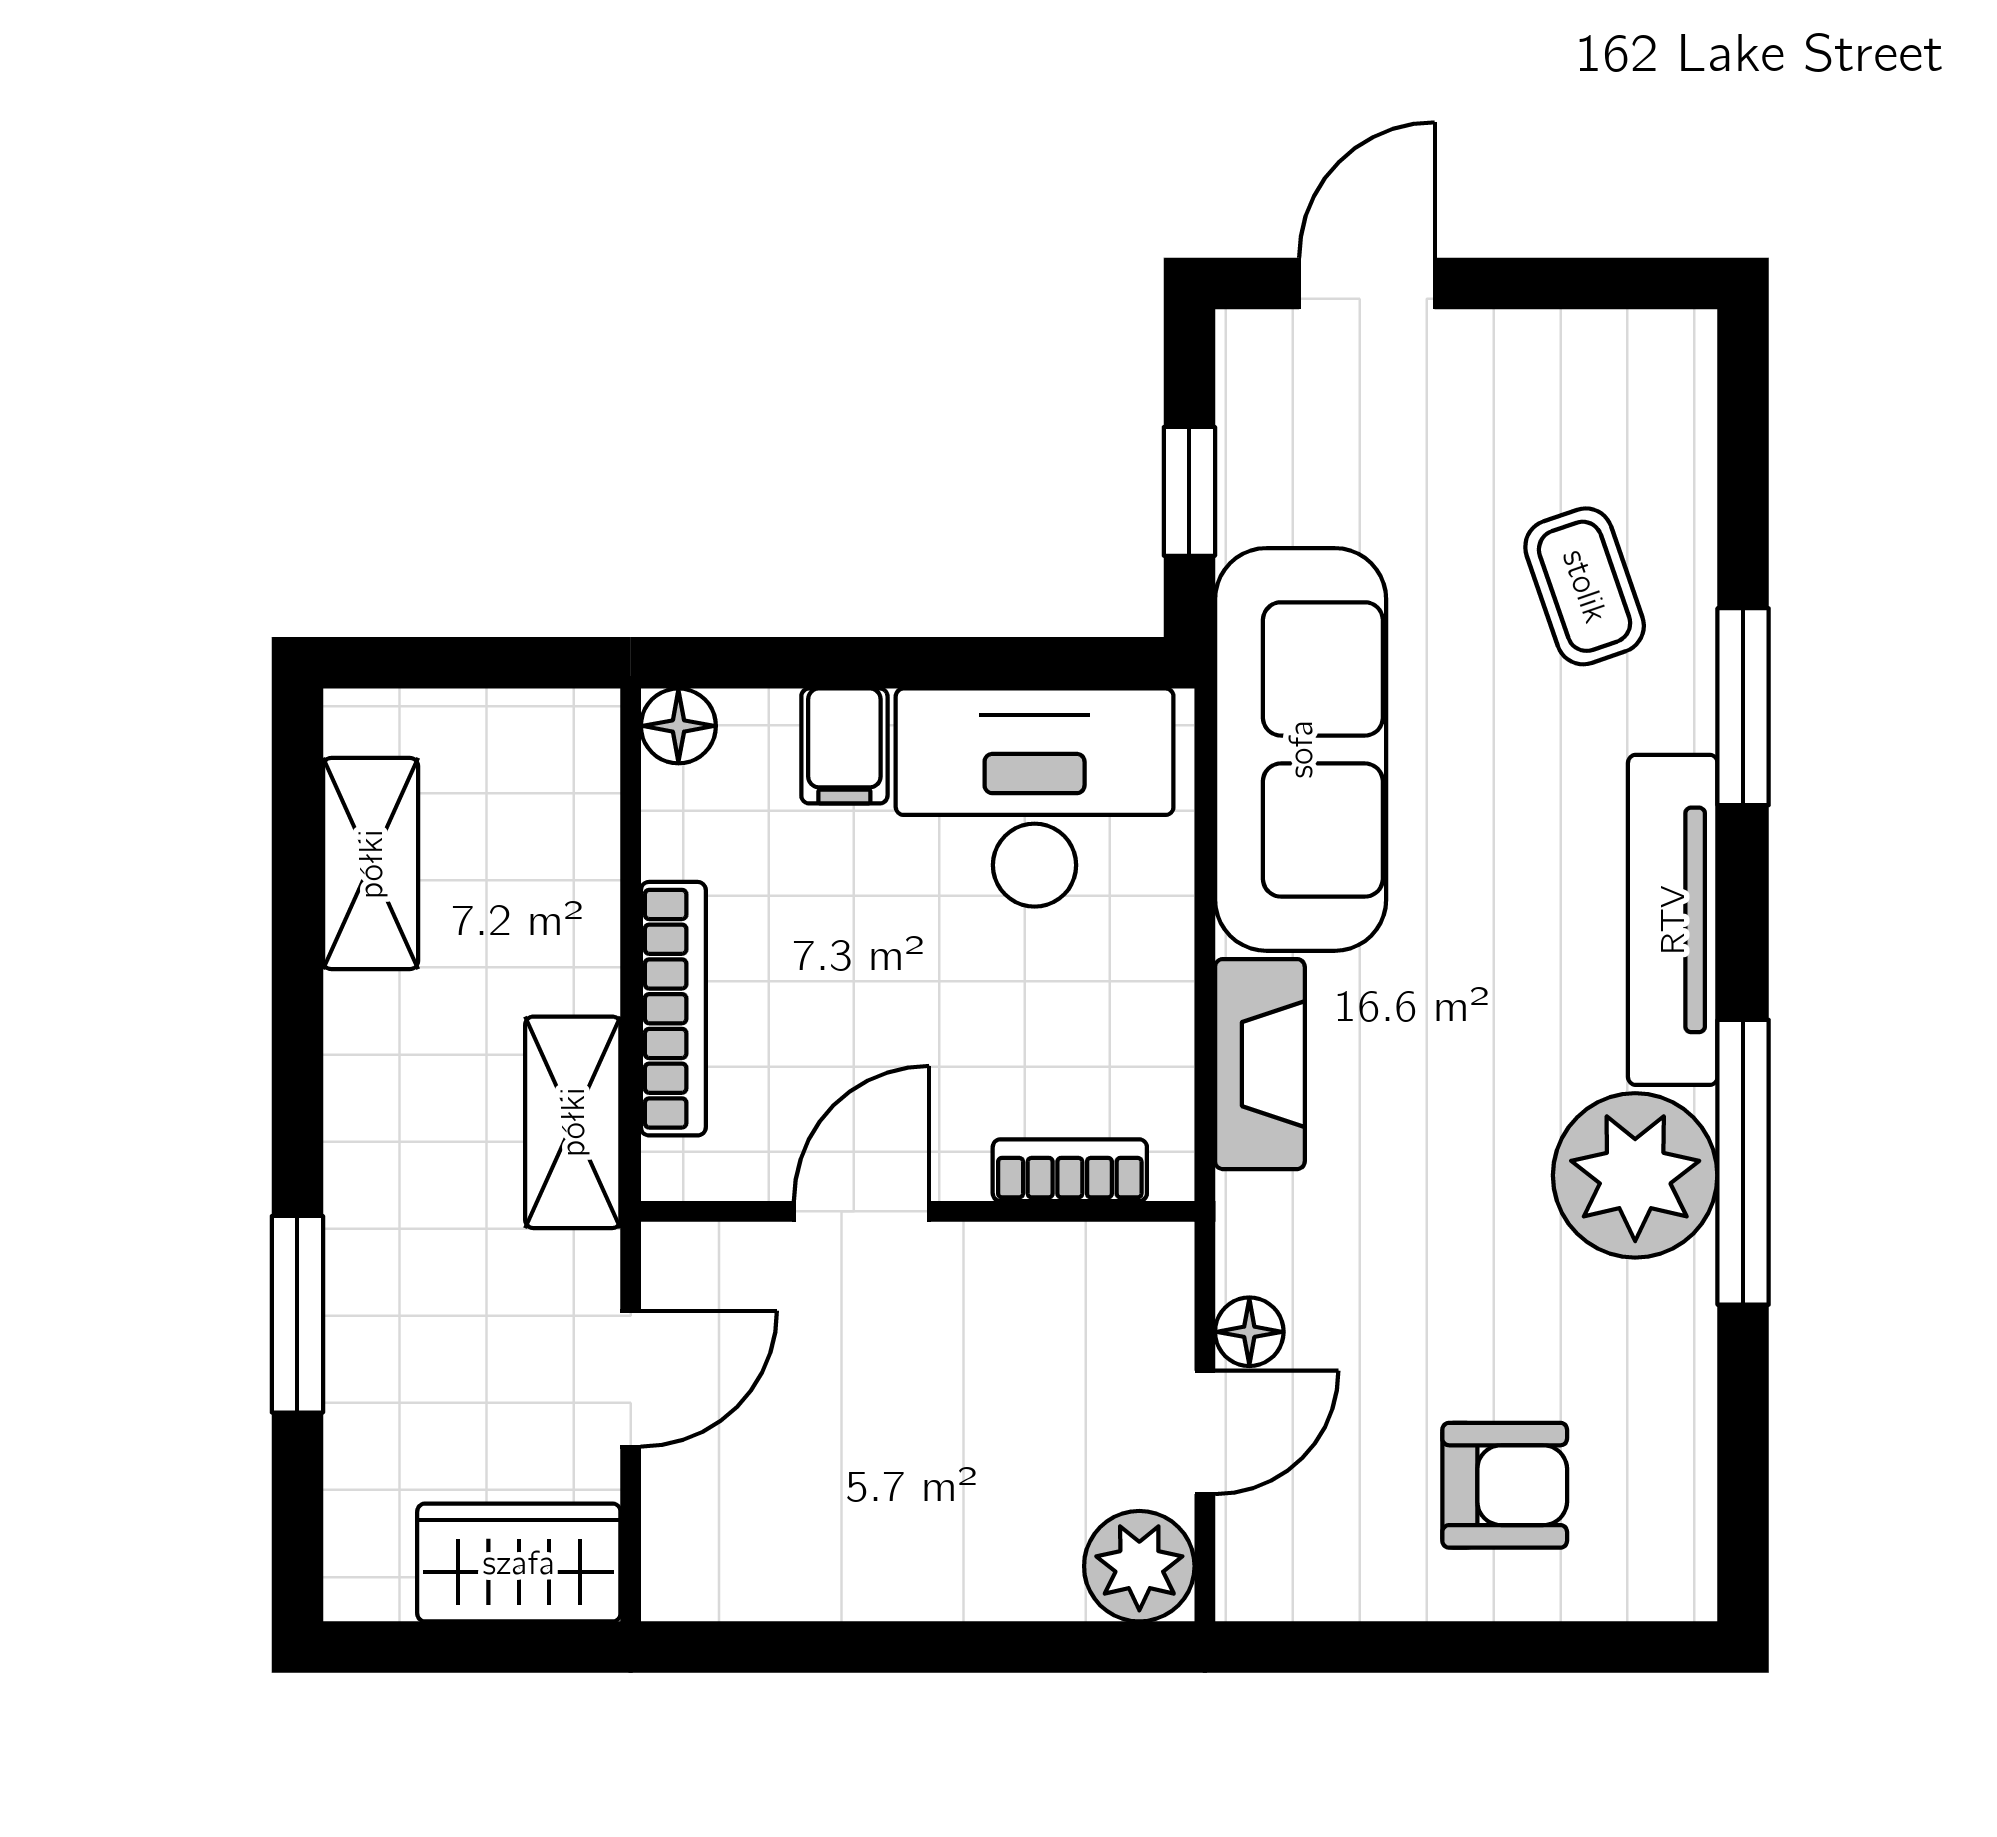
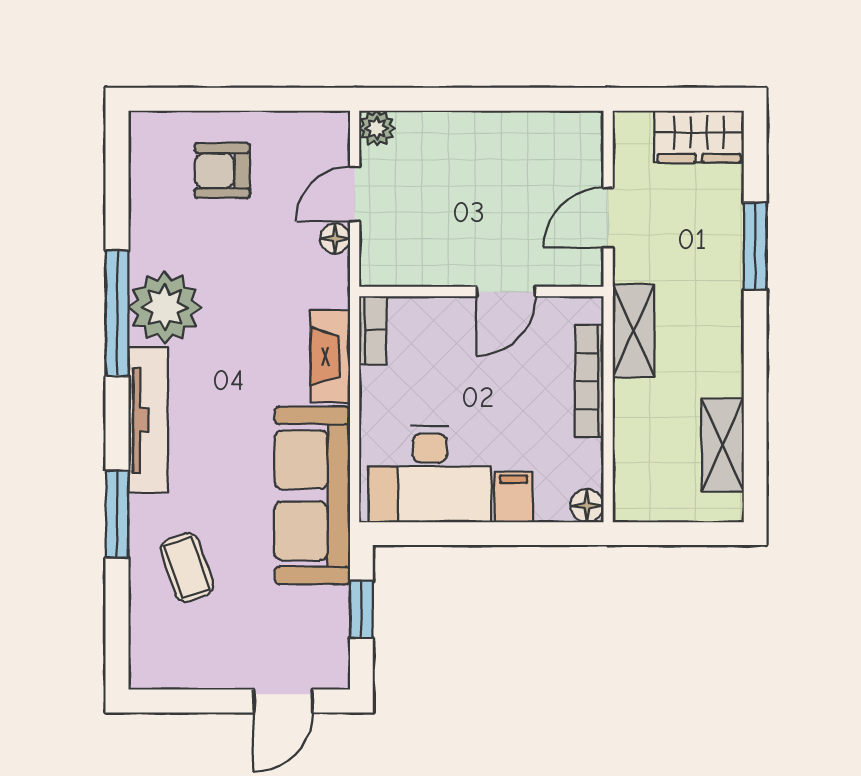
bookcase: (1070, 1170) -> (373, 330), moved, turned -90
wardrobe: (519, 1563) -> (699, 137), moved
plant: (1139, 1566) -> (377, 128), width x0.73, depth x0.73

